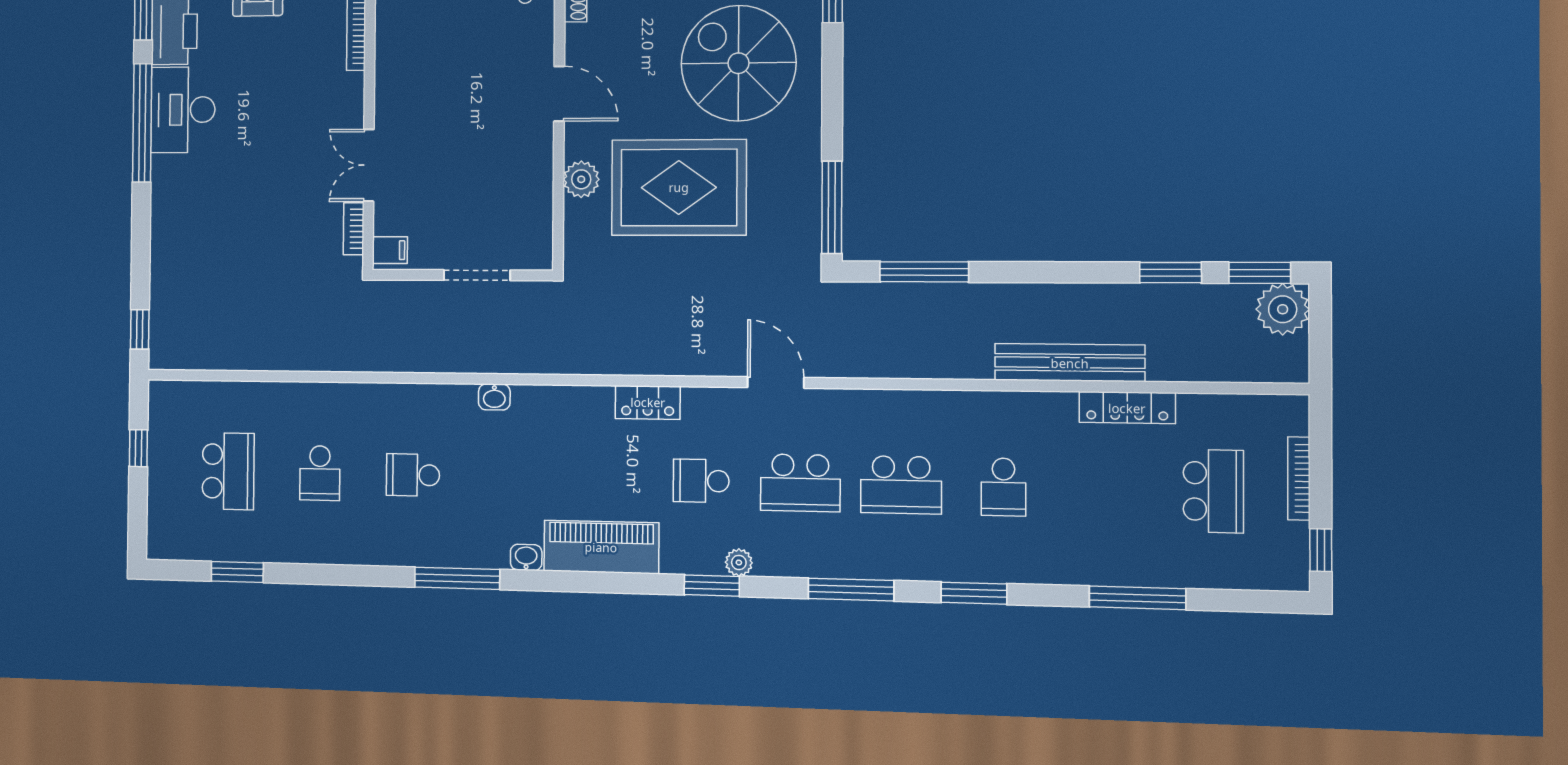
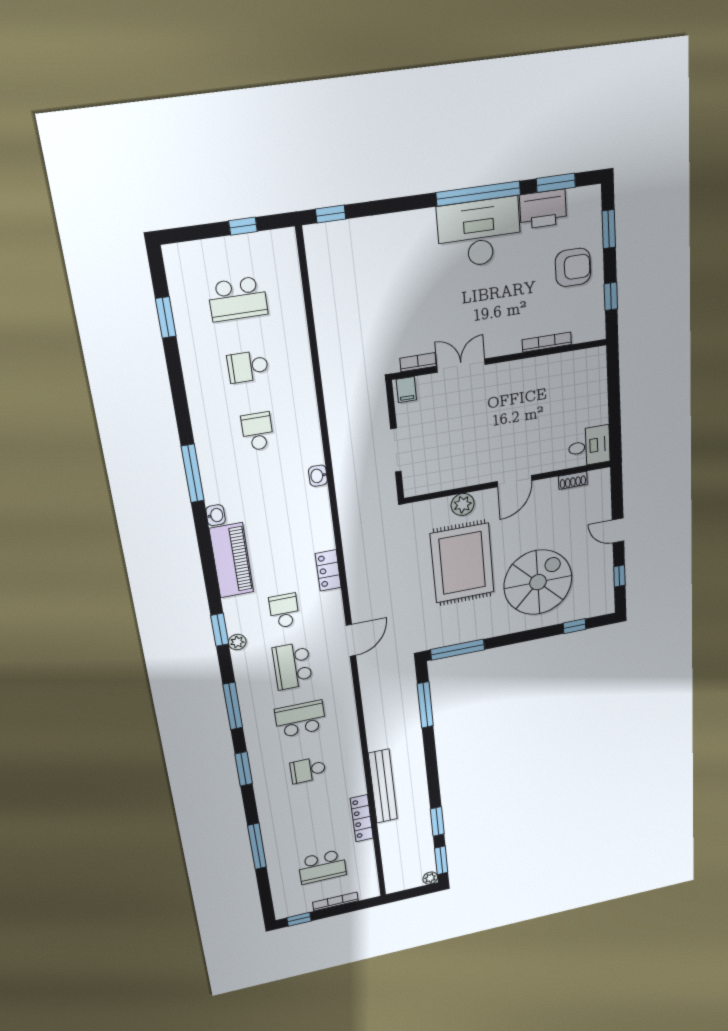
desk: (183, 110) -> (479, 233), width x1.36, depth x1.30
plant: (1283, 309) -> (430, 878), width x0.53, depth x0.53
school desk: (901, 485) -> (300, 719), turned 90

